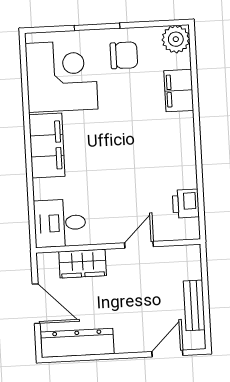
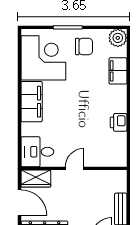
printer: (186, 204) -> (119, 122), moved
door: (139, 245) -> (75, 168), moved
wardrobe: (83, 264) -> (36, 178), moved

